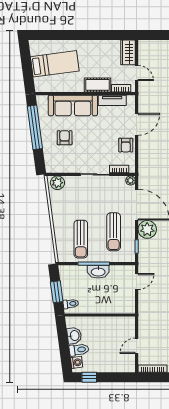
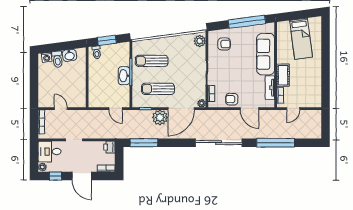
wardrobe: (128, 52) -> (311, 101), removed
armchair: (65, 138) -> (224, 44), moved
window: (89, 377) -> (34, 68), removed

